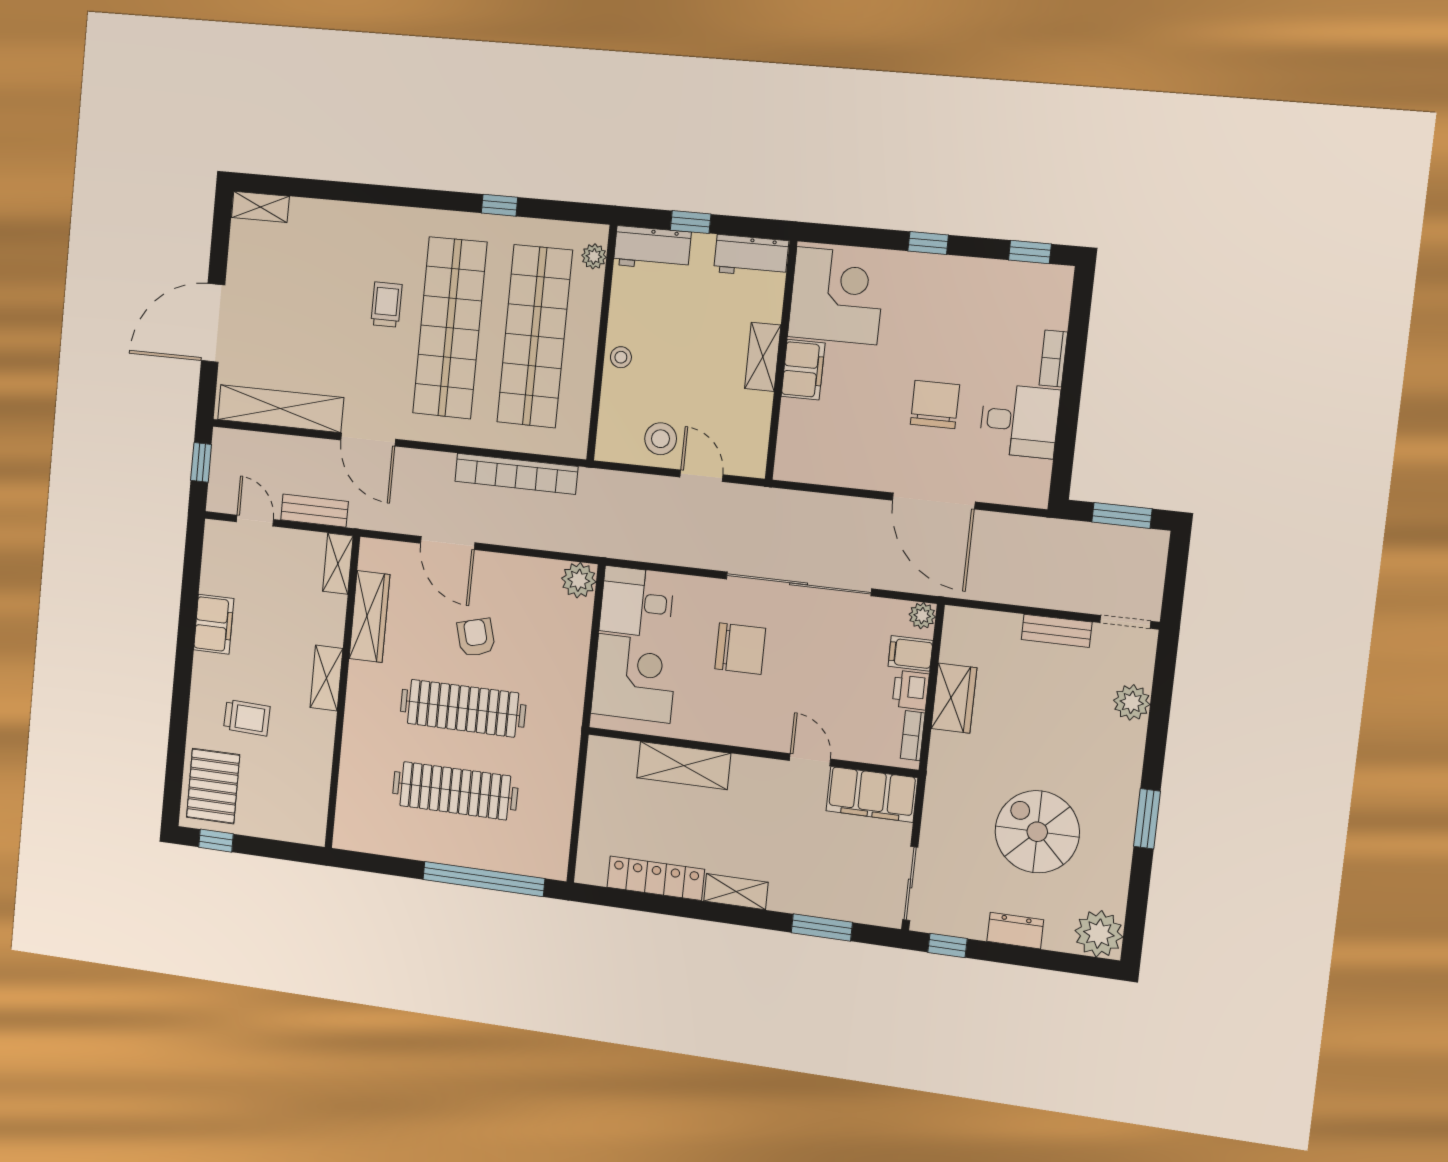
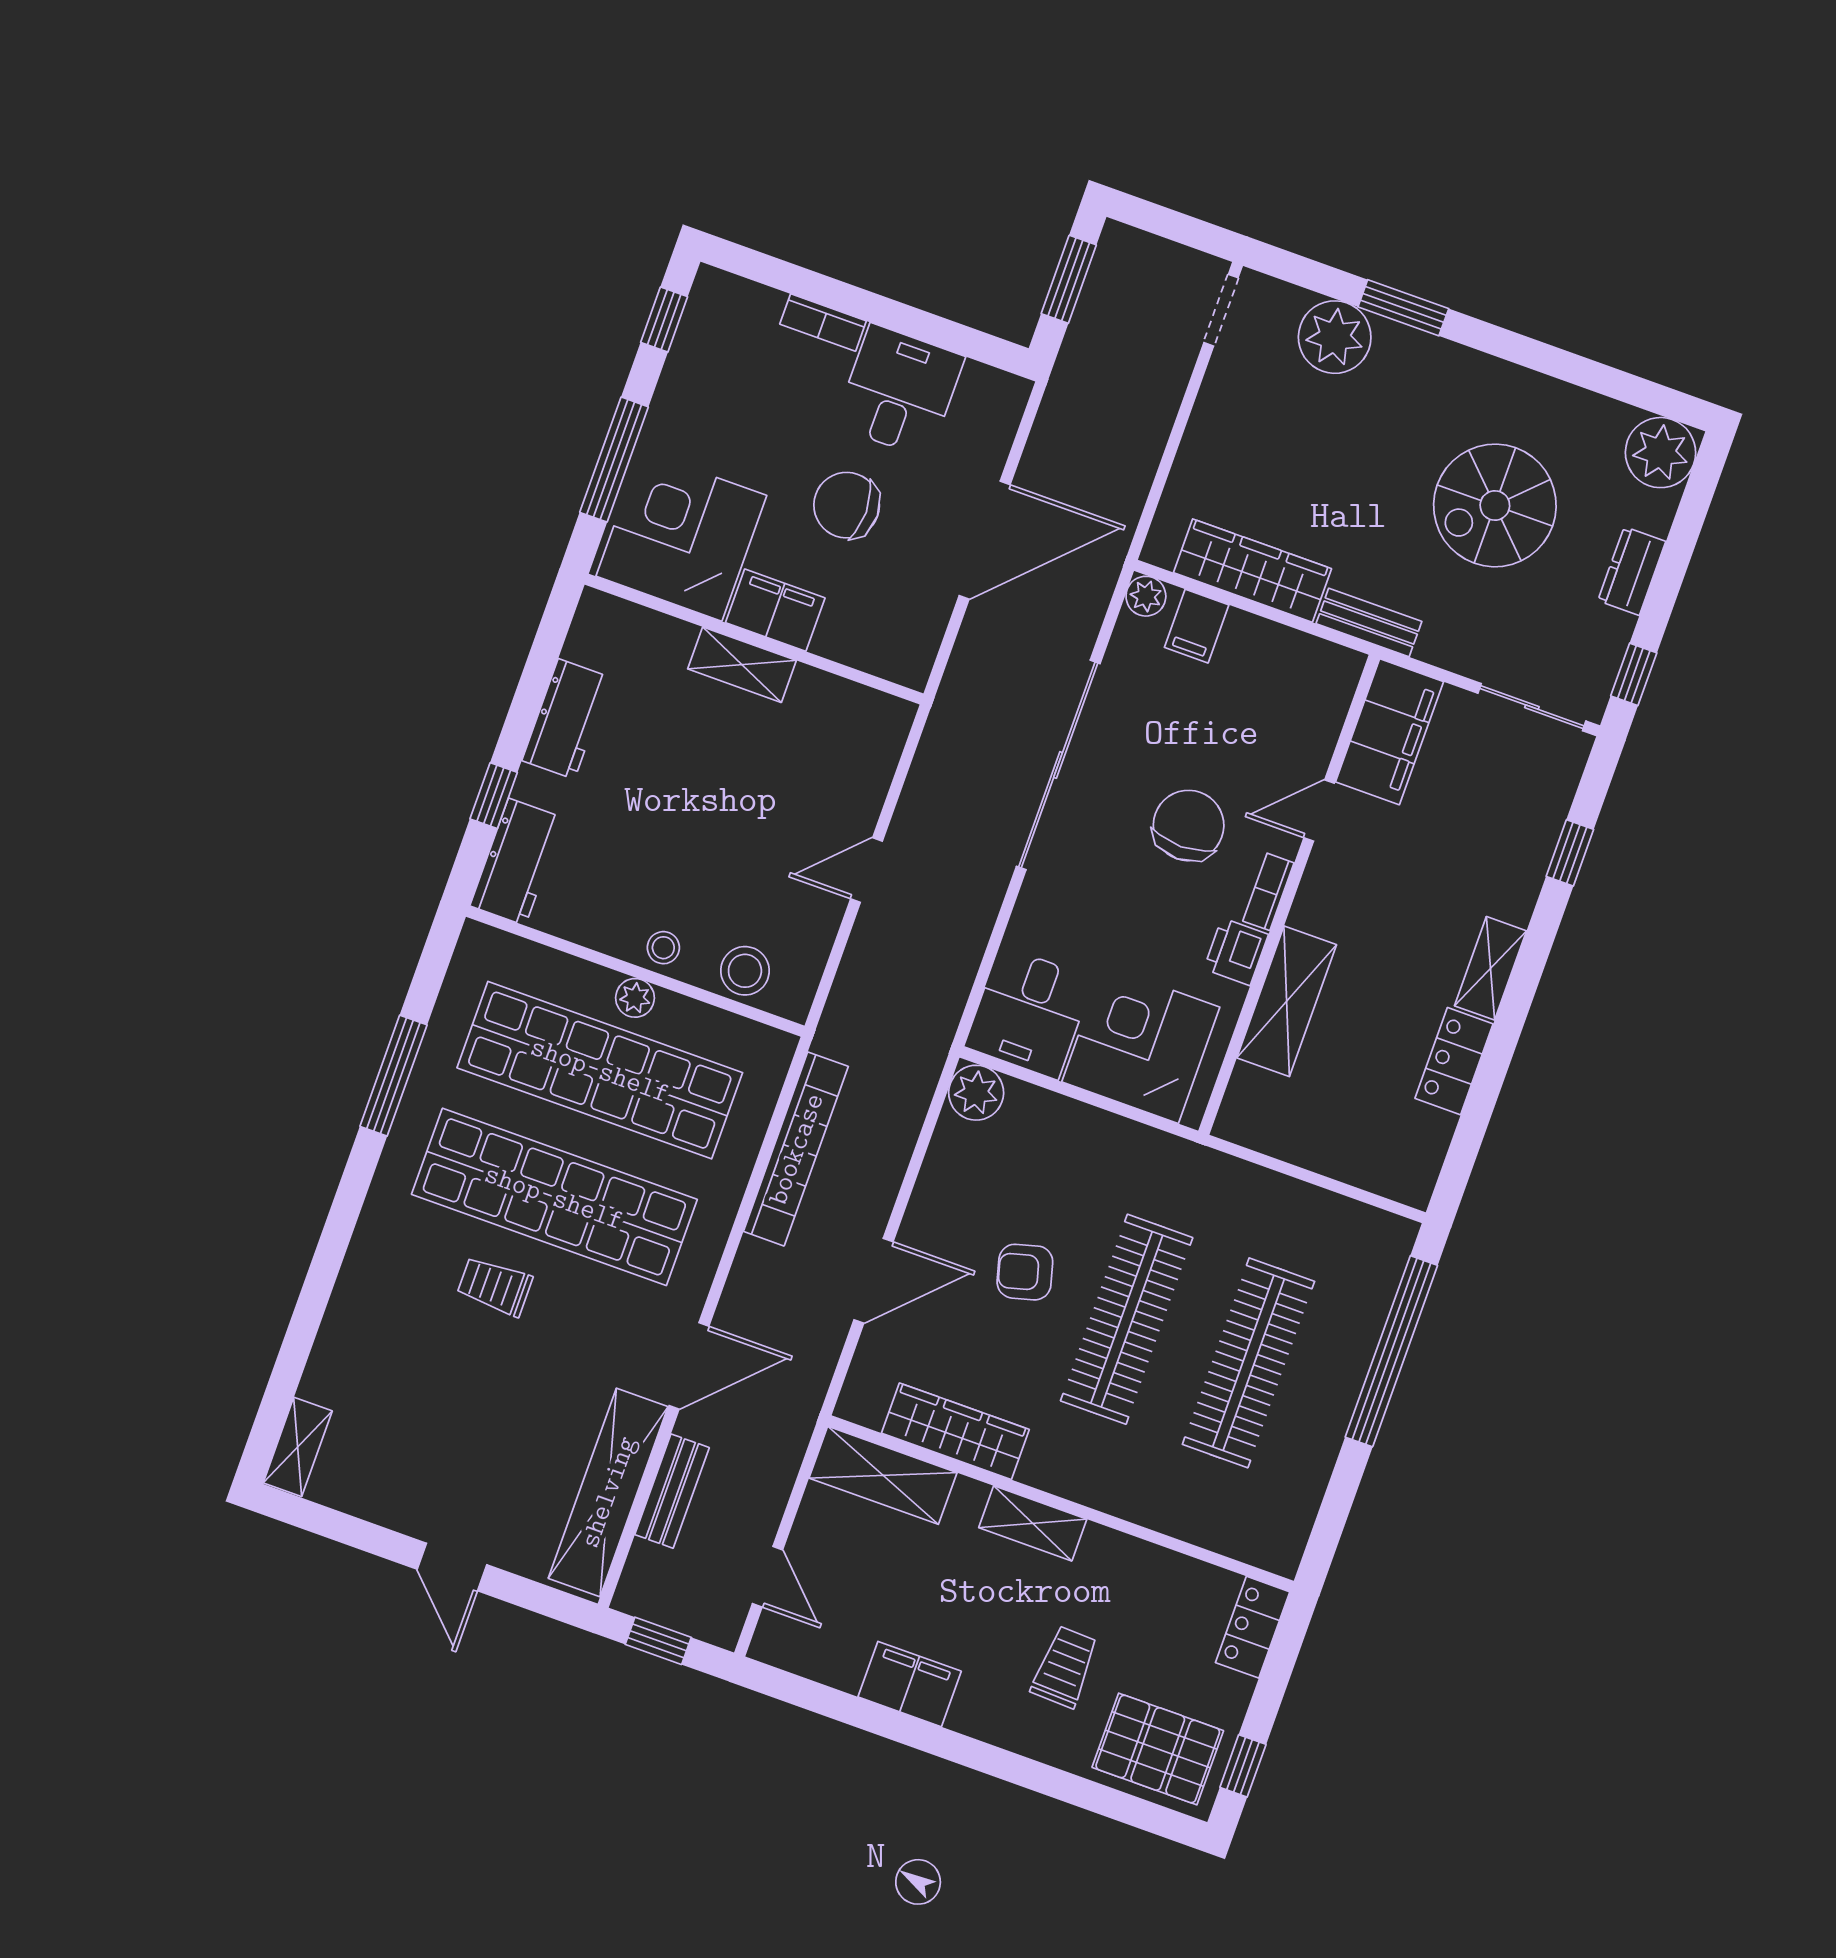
window: (499, 205) -> (393, 1076), width x2.17
window: (928, 243) -> (614, 460), width x2.17
plant: (594, 256) -> (635, 998), moved
corner desk: (837, 296) -> (681, 536), moved
door: (213, 323) -> (452, 1567), width x0.53
shelving: (763, 357) -> (742, 665), moved
wall: (781, 361) -> (754, 639), moved
filing cabinet: (803, 370) -> (775, 610), moved
stool: (661, 439) -> (745, 971), moved
bench: (314, 511) -> (672, 1491), moved
door: (255, 521) -> (767, 1577), swing flipped
shelving: (338, 564) -> (883, 1475), width x1.50, depth x1.33
bench: (1057, 631) -> (1369, 622), moved, turned 90
chair: (740, 649) -> (1189, 826), moved
printer: (911, 690) -> (1236, 952), moved, turned 90
wardrobe: (954, 698) -> (1252, 571), width x1.50
plant: (1132, 702) -> (1335, 337), width x1.36, depth x1.36
bookcase: (913, 736) -> (1268, 892), moved, turned 90
window: (1147, 819) -> (1403, 308), moved
locker: (298, 829) -> (1253, 1627), added
locker: (656, 878) -> (1454, 1061), width x0.66
window: (822, 927) -> (1570, 853), width x0.67

